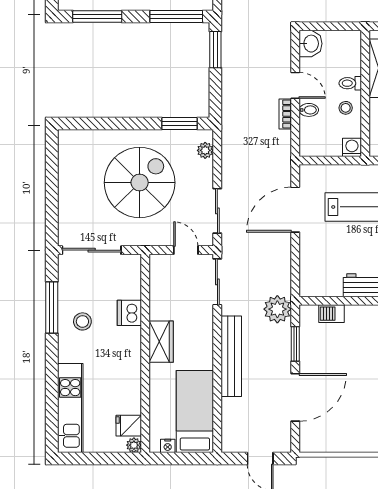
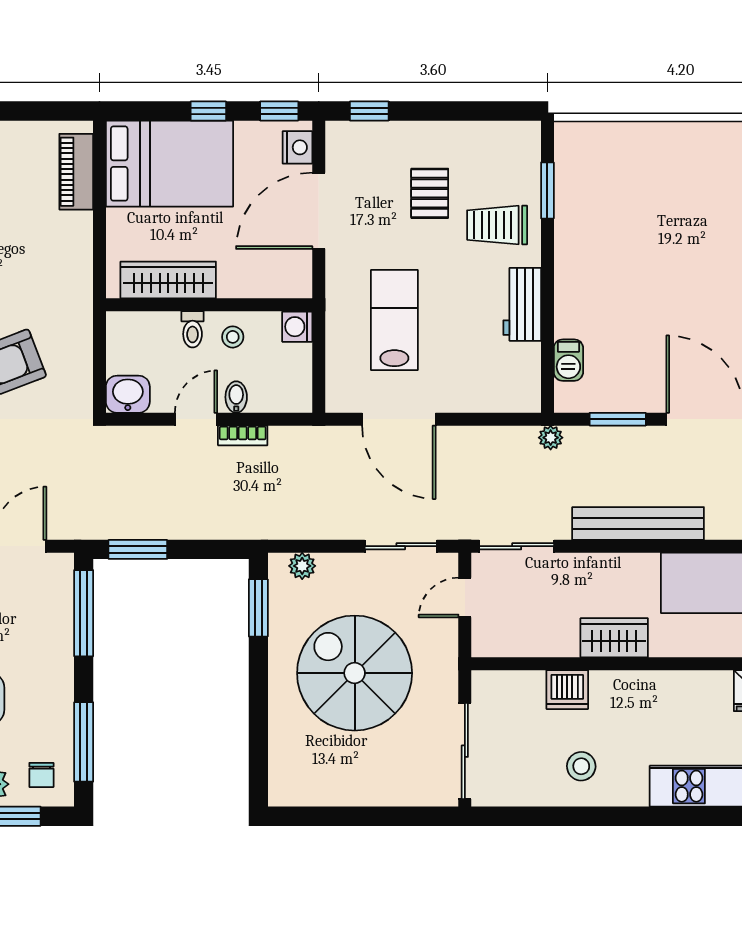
window: (52, 307) -> (558, 816), removed
plant: (277, 309) -> (551, 438), width x0.53, depth x0.53

